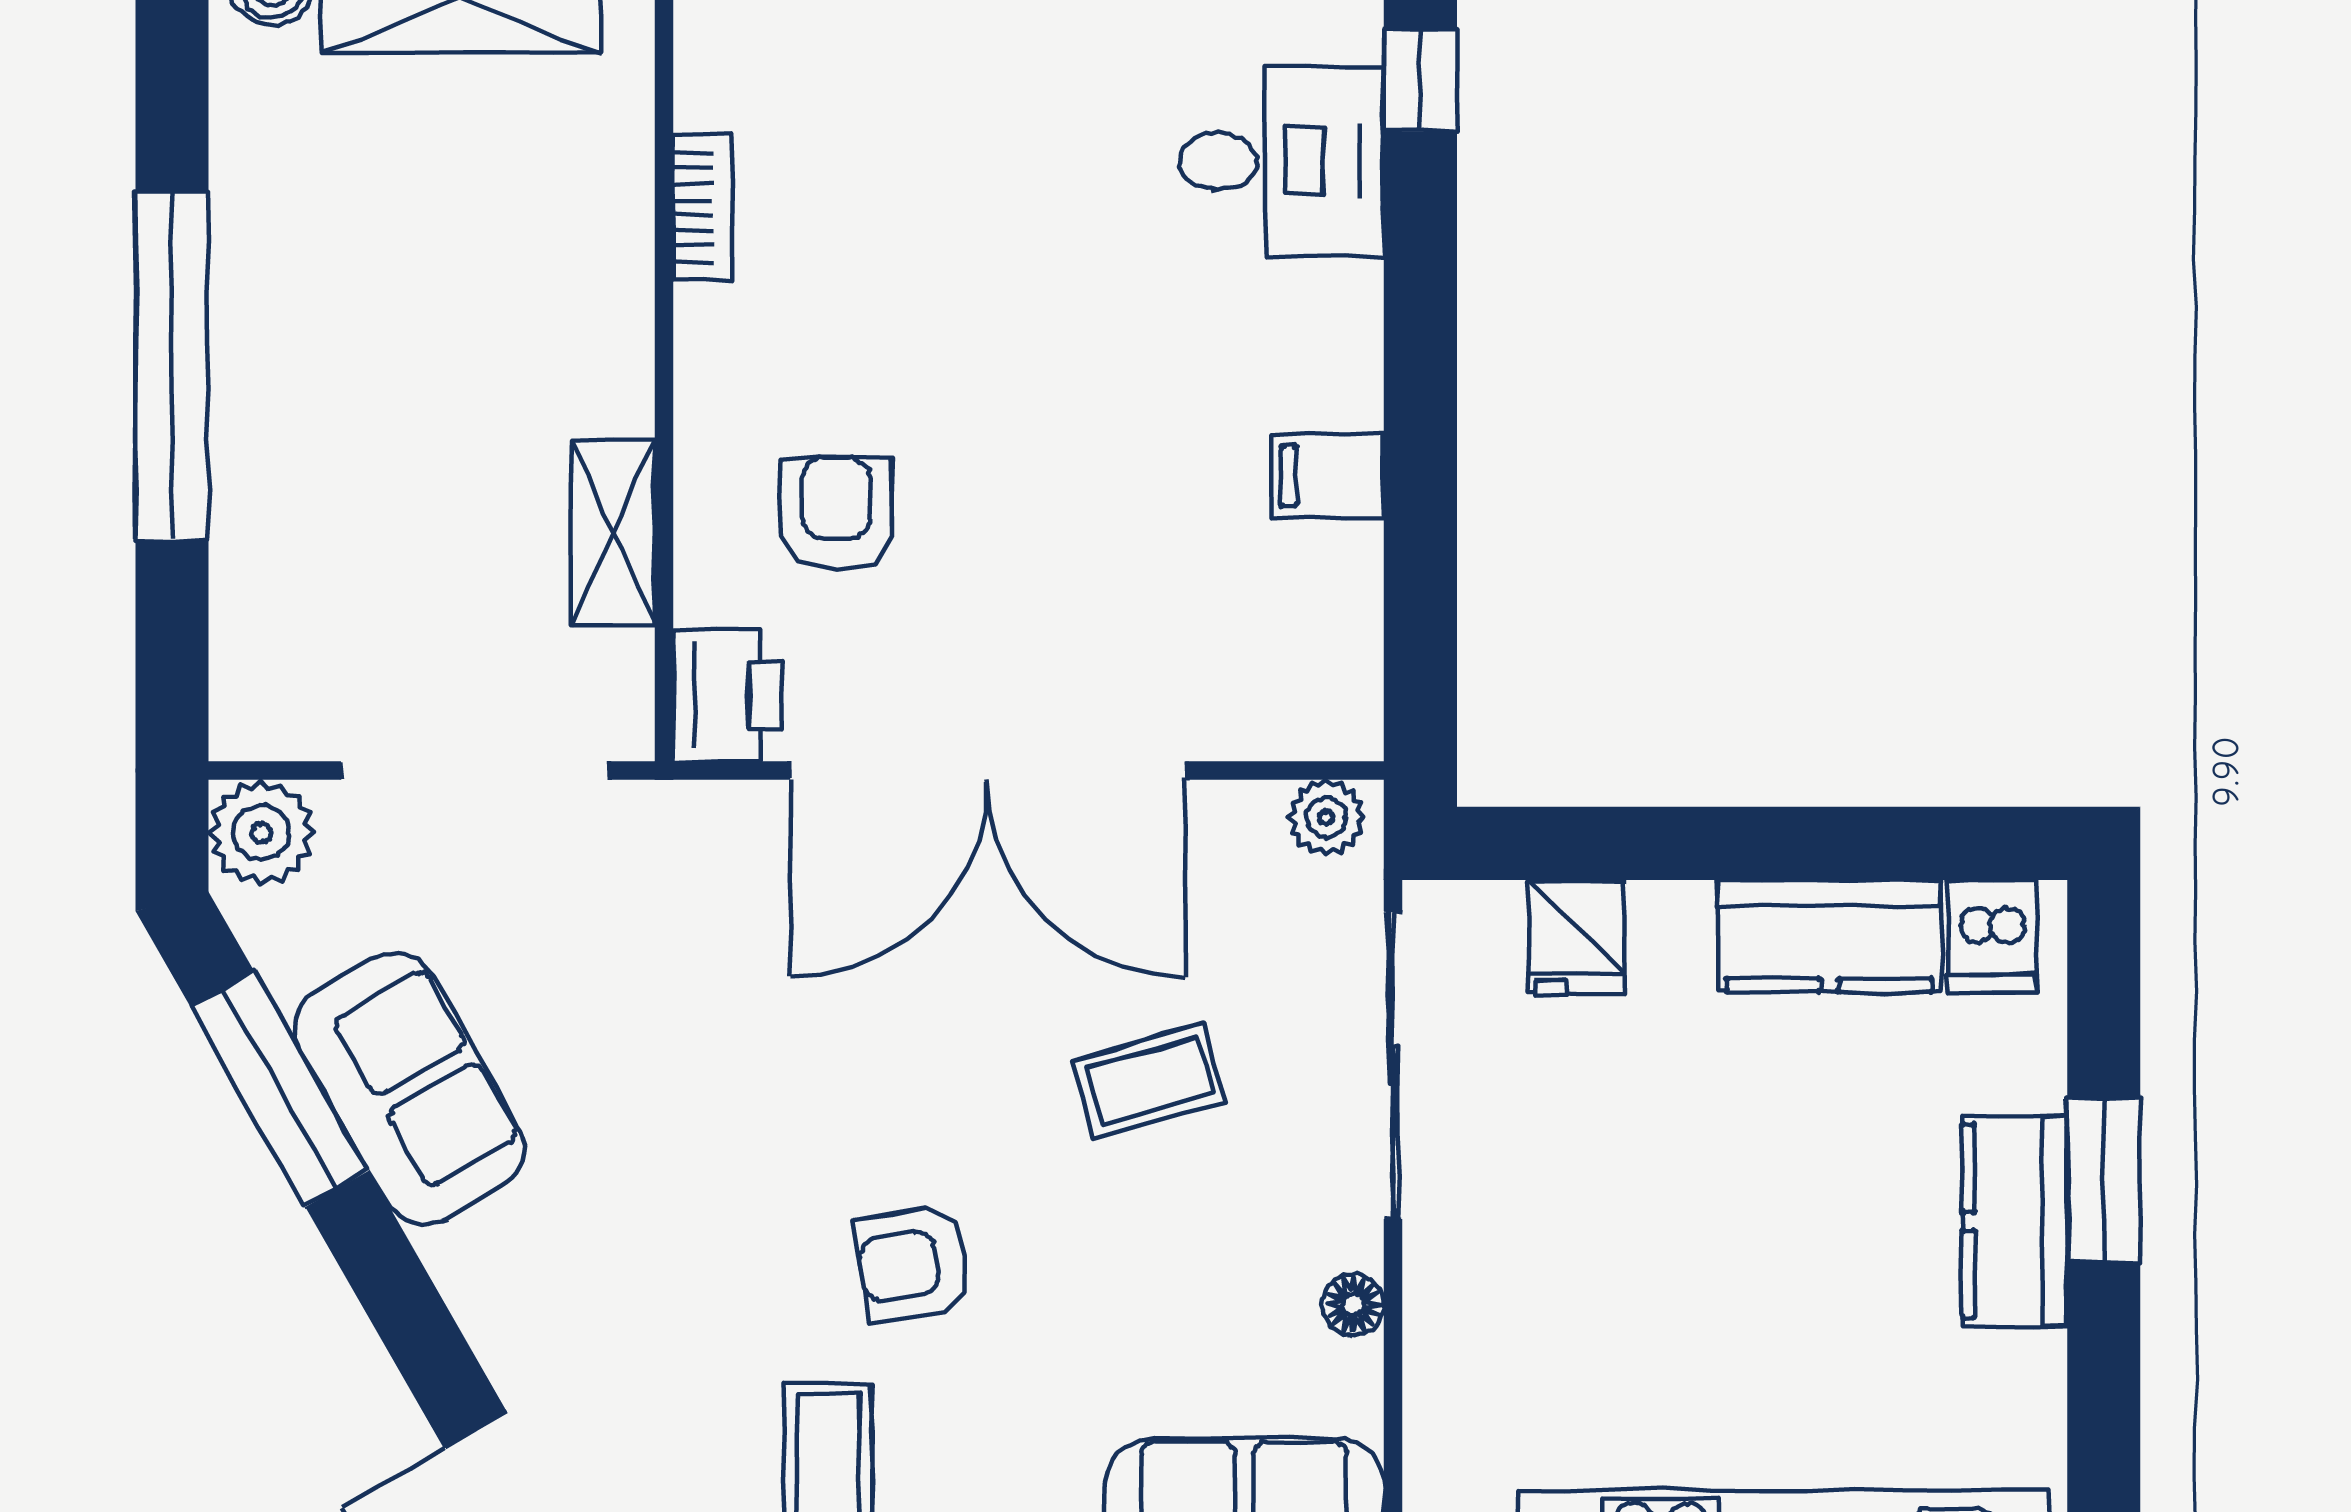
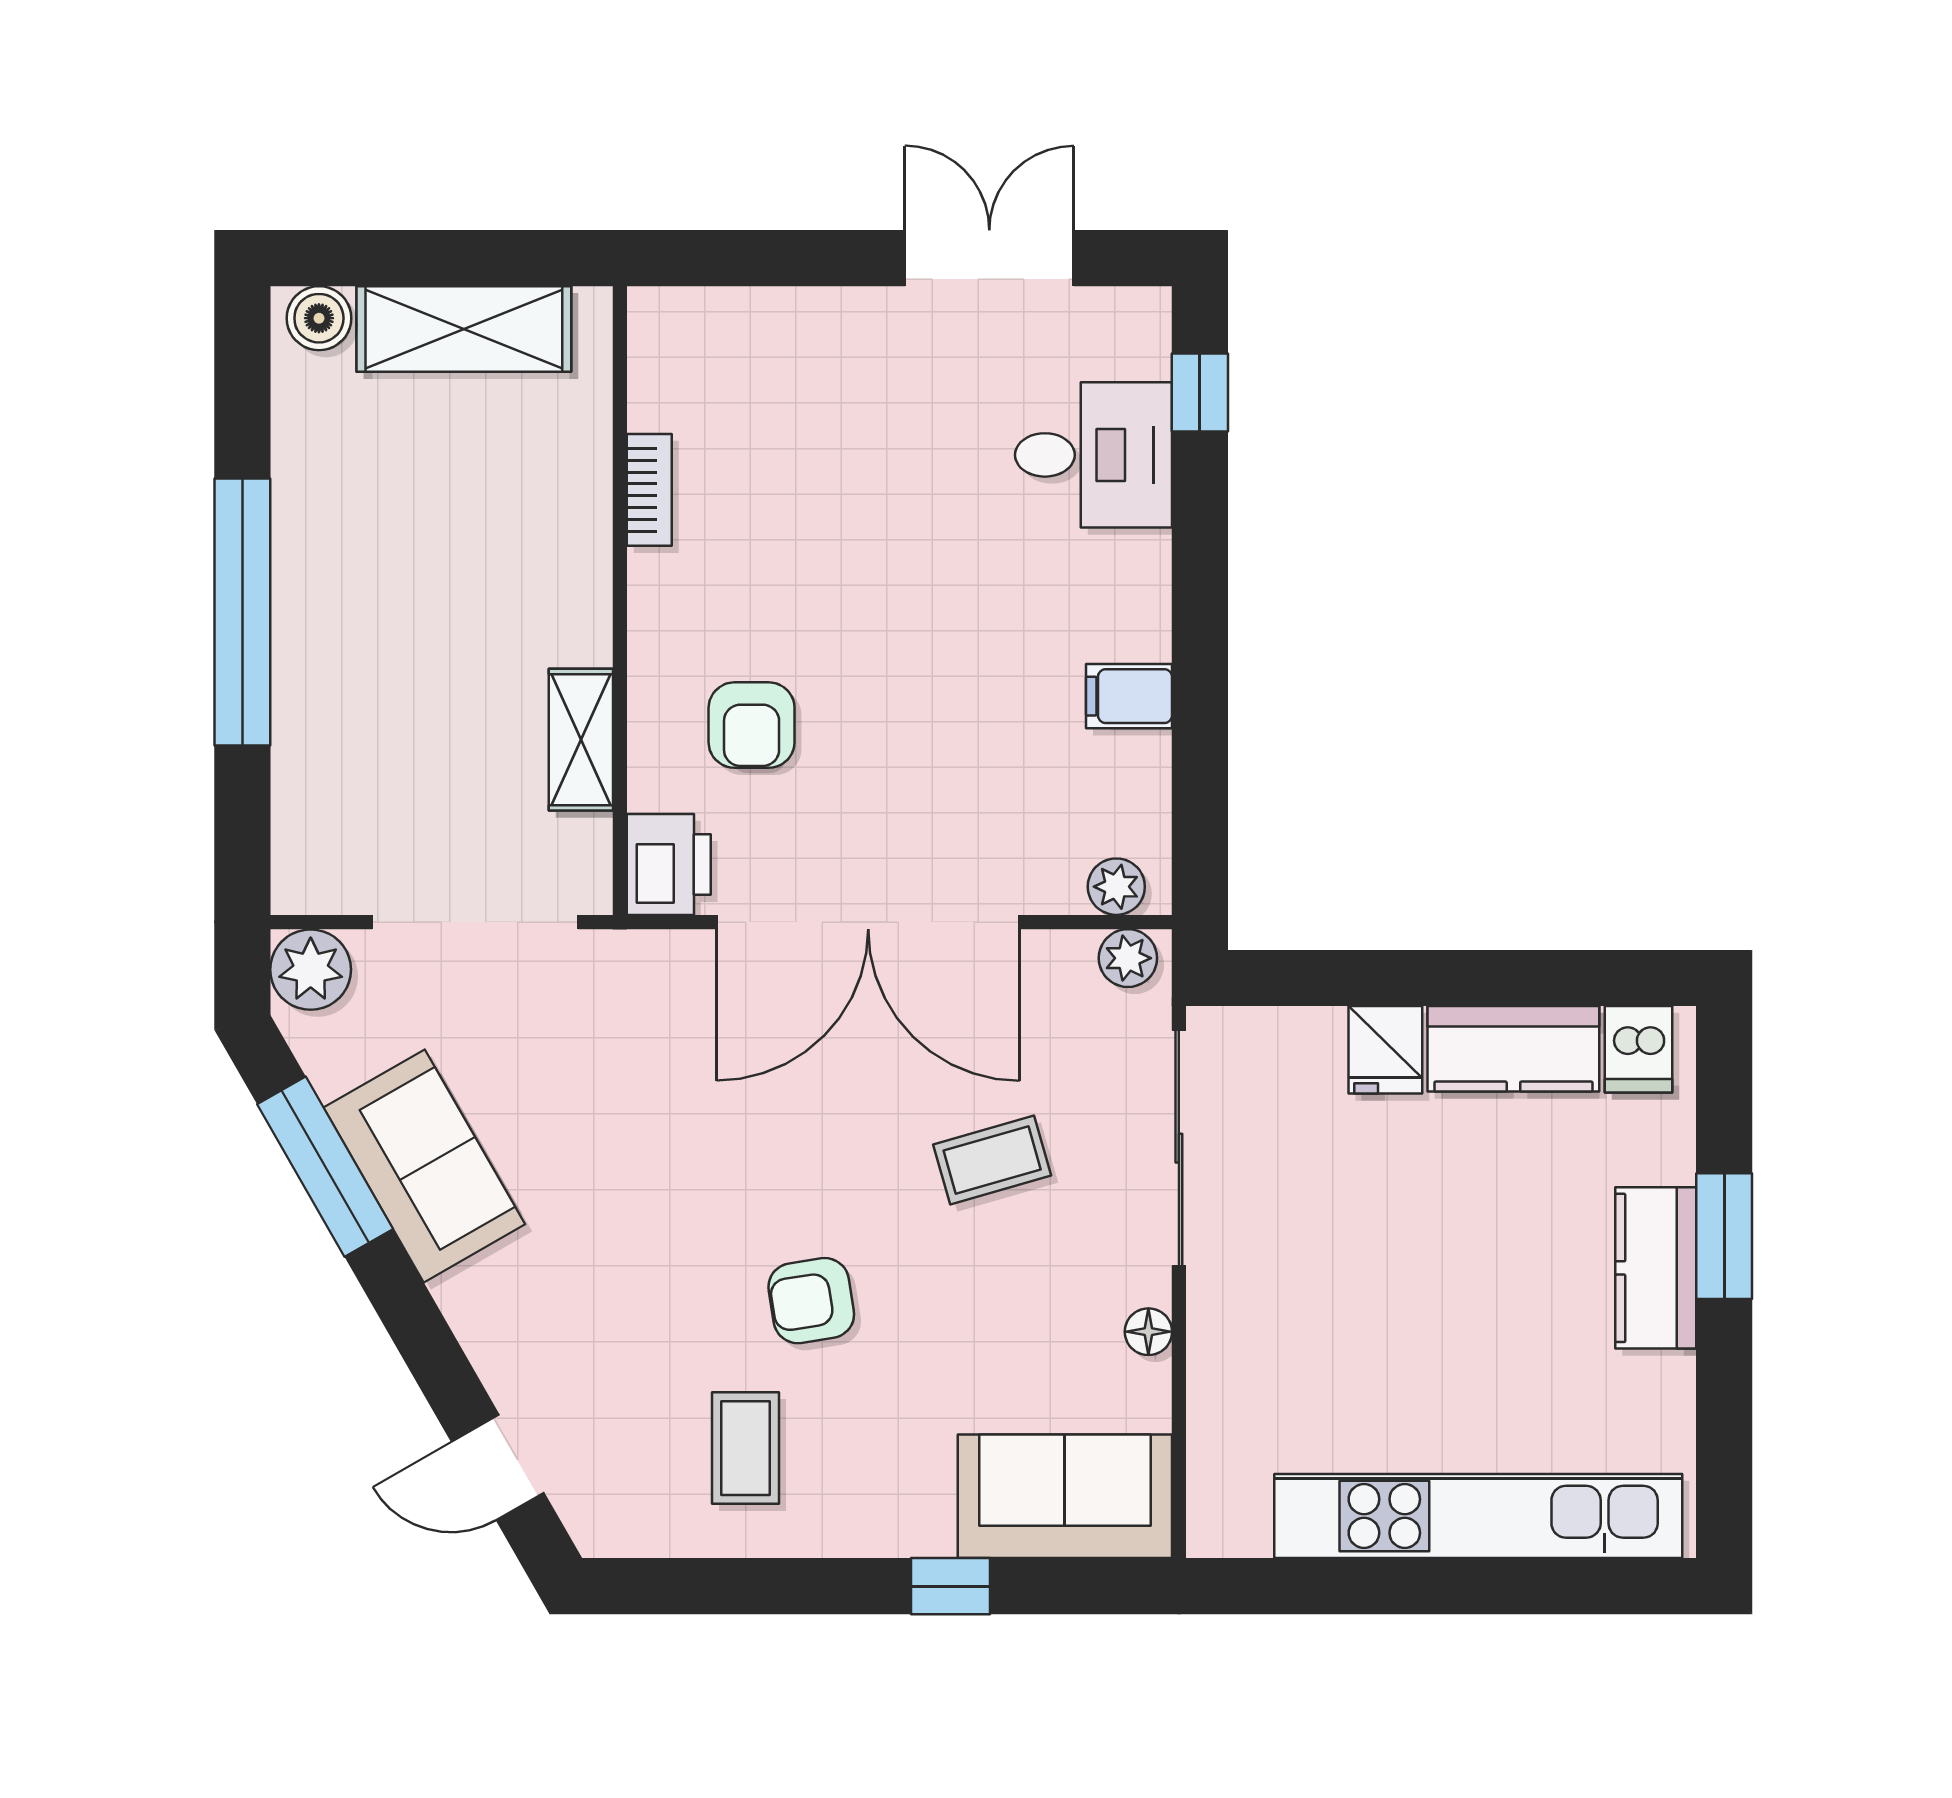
armchair: (836, 514) -> (752, 725), turned 180
plant: (1311, 724) -> (1116, 887), added
fridge: (1576, 937) -> (1385, 1050), moved

